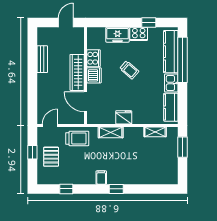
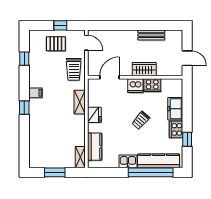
wardrobe: (77, 72) -> (144, 69), width x0.67
kitchen counter: (171, 107) -> (95, 147), moved, turned 90
shelving: (155, 132) -> (80, 157), moved
window: (183, 147) -> (55, 172), moved

